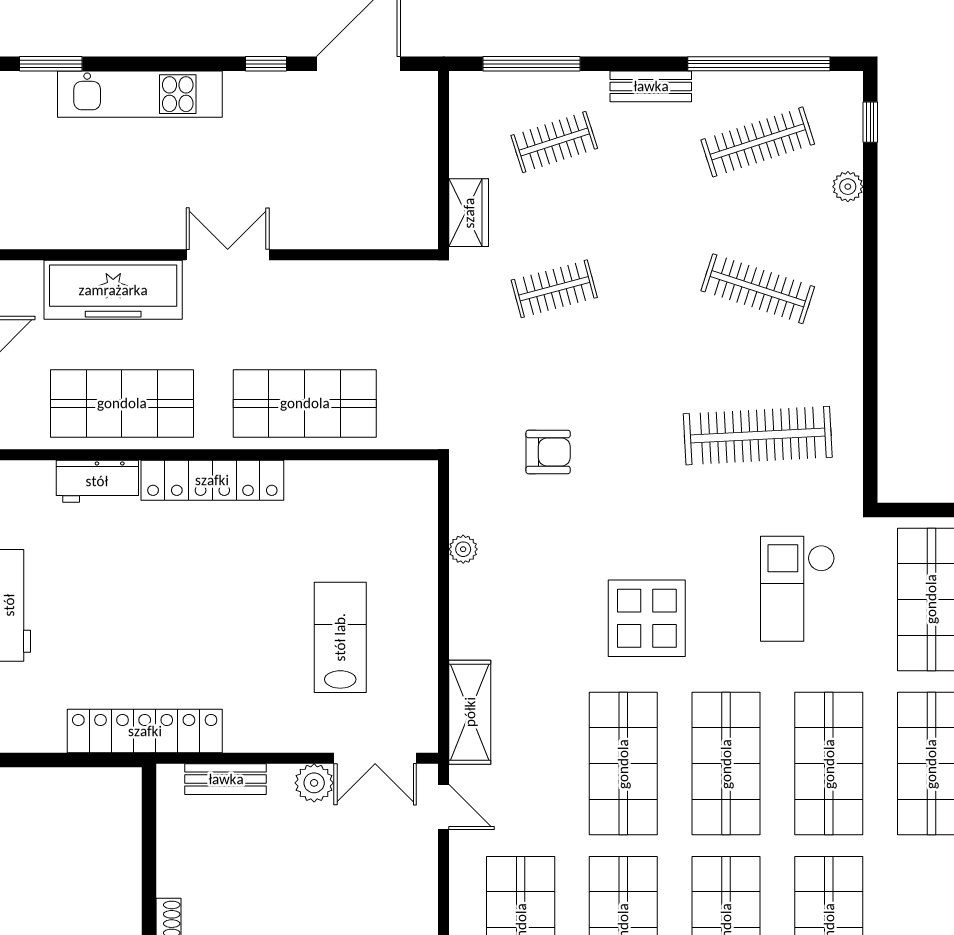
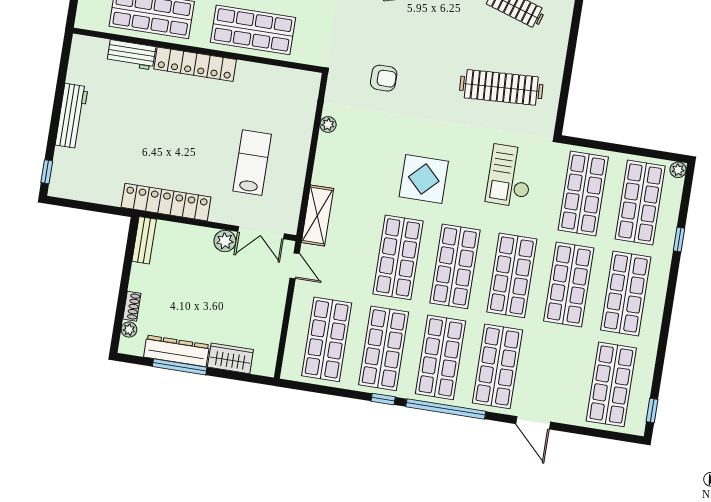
locker: (145, 731) -> (166, 202), moved
bench: (226, 779) -> (144, 240), moved, turned 90

